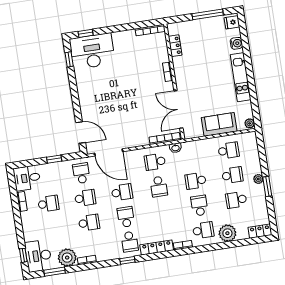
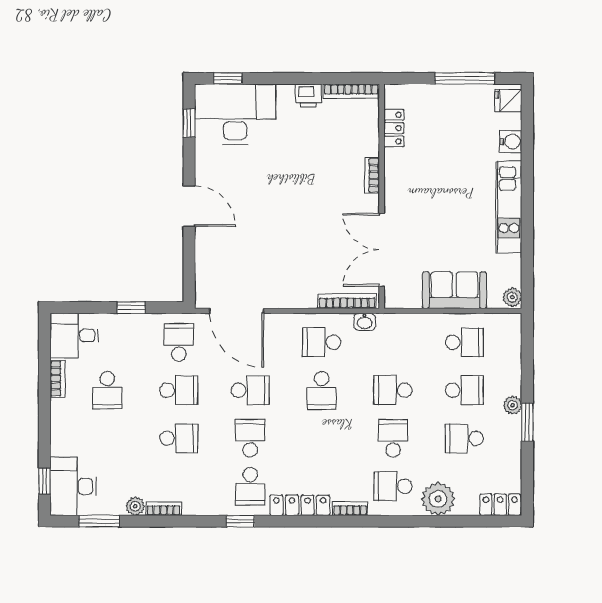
printer: (129, 36) -> (308, 96), added
door: (81, 132) -> (189, 206), moved
school desk: (48, 204) -> (107, 390), turned 90
school desk: (203, 230) -> (393, 486), turned 180
plant: (67, 258) -> (135, 506), width x0.53, depth x0.53

